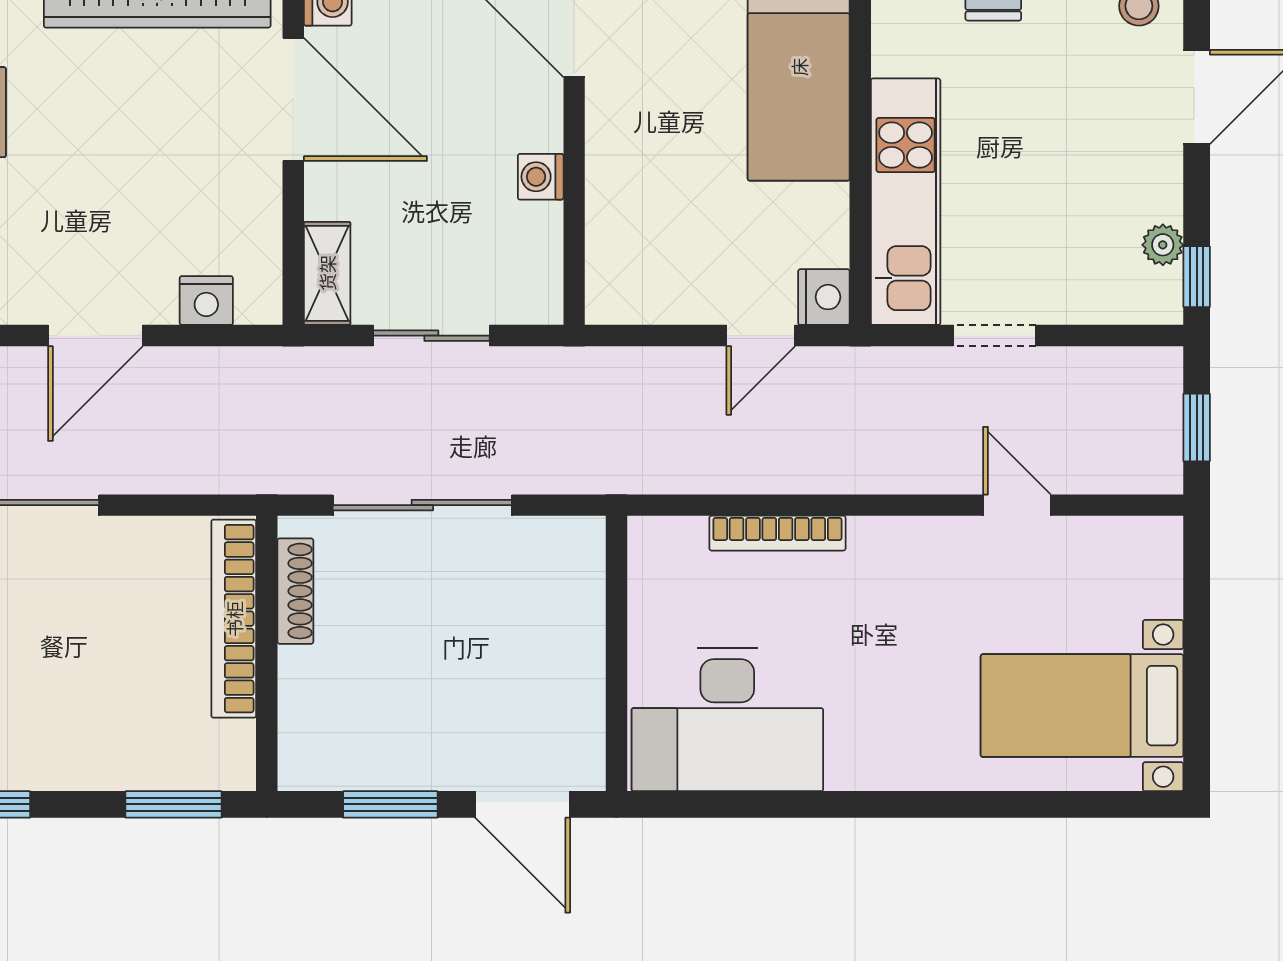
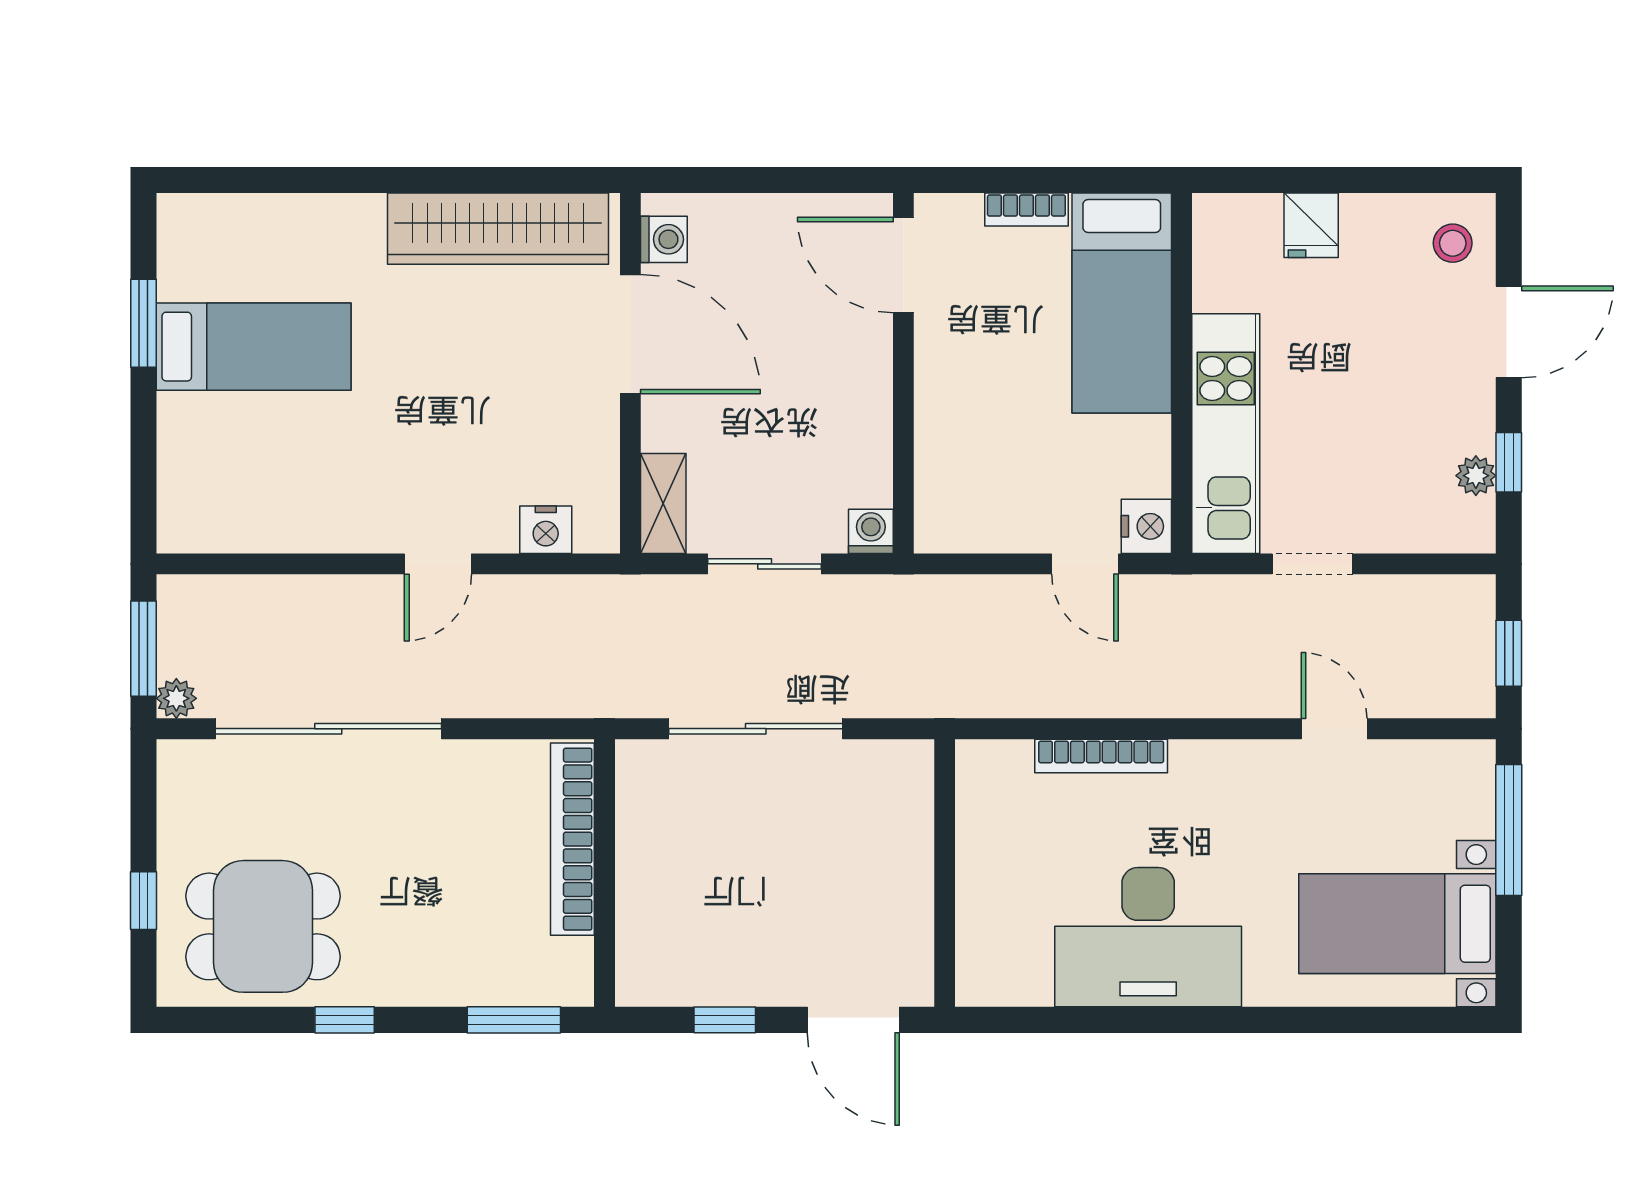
washing machine: (541, 177) -> (871, 531), moved, turned 90
window: (1197, 277) -> (1509, 462), moved
door: (95, 336) -> (438, 564), width x0.73
door: (761, 336) -> (1085, 564), hinge flipped
shoe rack: (295, 591) -> (632, 812), removed
window: (1197, 609) -> (1509, 830), added
desk: (727, 719) -> (1148, 937), moved
window: (390, 804) -> (725, 1020), width x0.67

